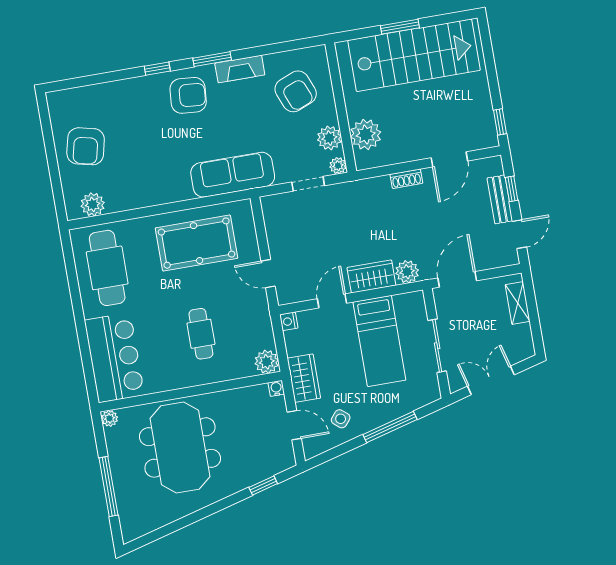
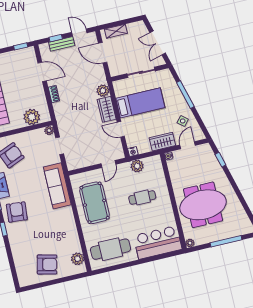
plant: (329, 138) -> (35, 136), removed
door: (457, 279) -> (103, 53), moved
plant: (267, 362) -> (137, 166), moved

